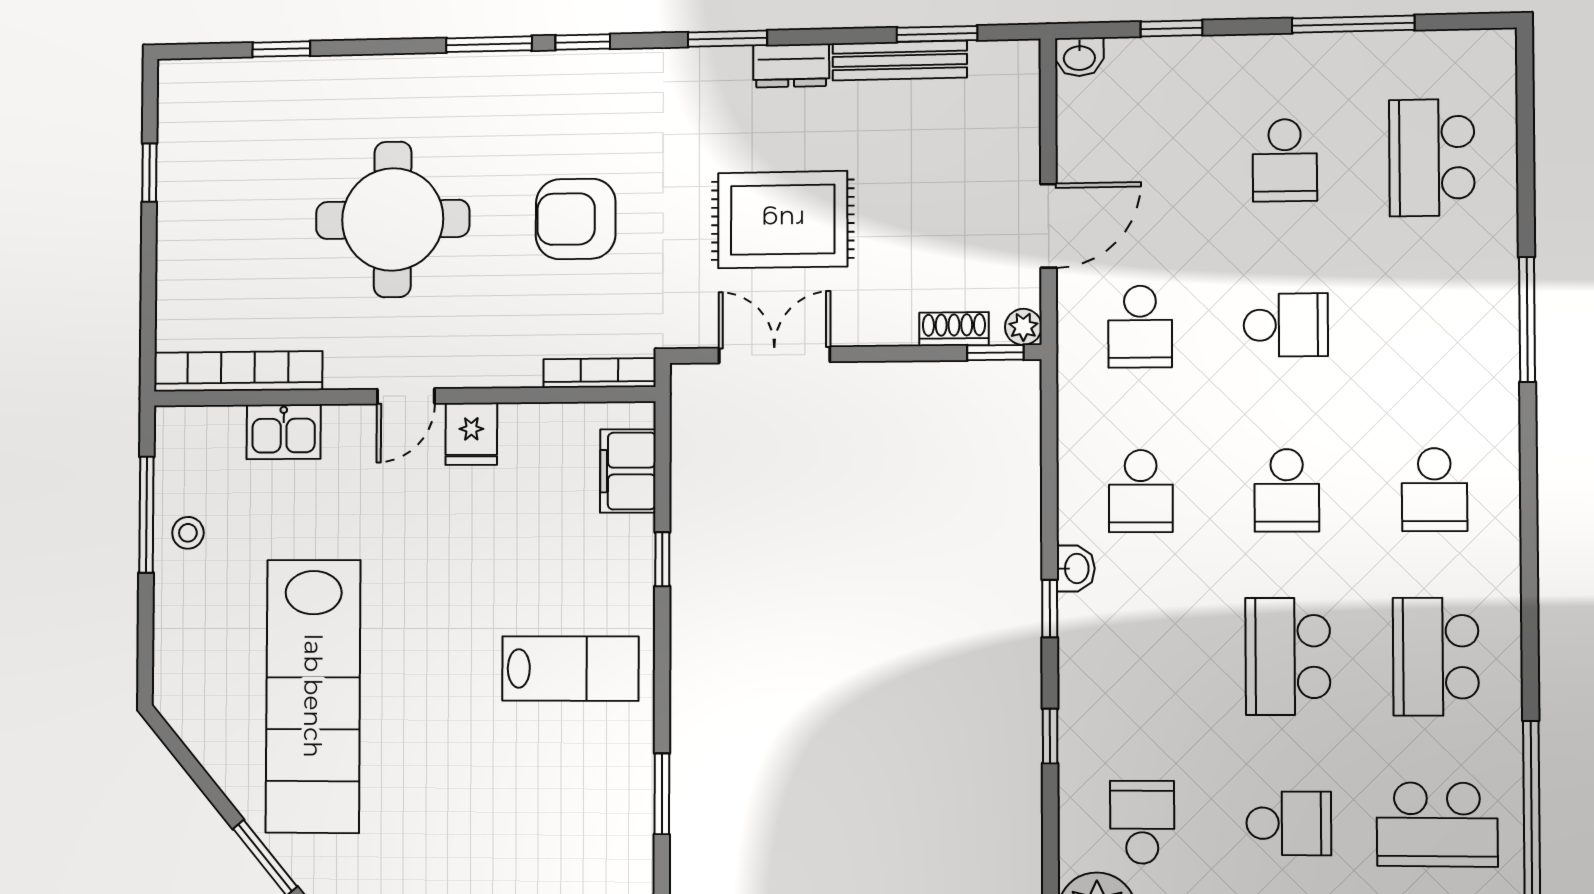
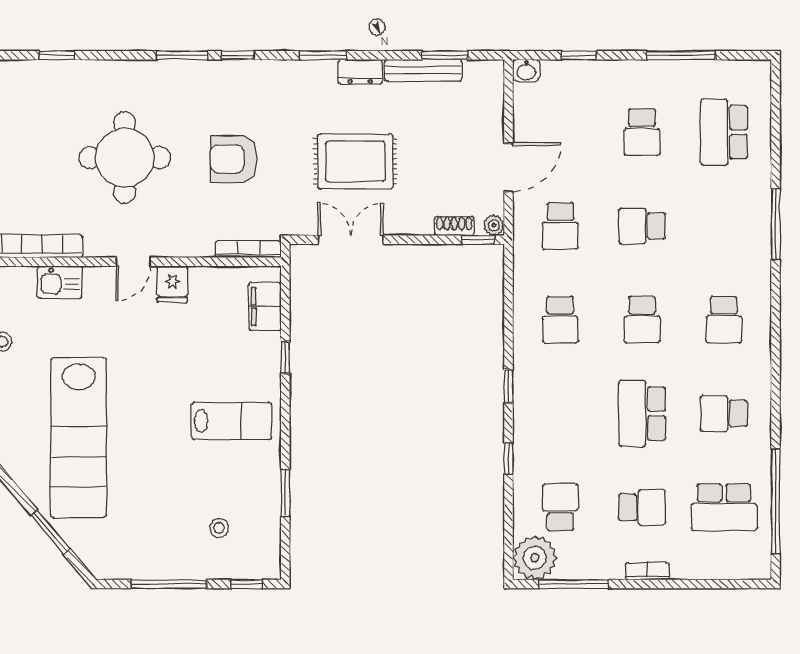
school desk: (1286, 325) -> (642, 226), turned 180
washbasin: (1076, 568) -> (523, 364), removed
school desk: (1436, 657) -> (724, 413), width x0.54
stool: (549, 853) -> (219, 528), added

